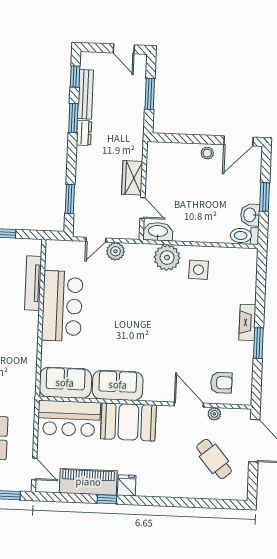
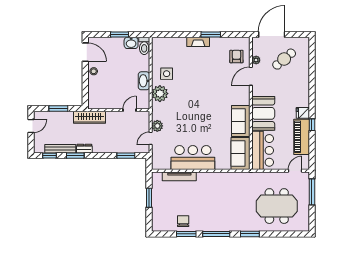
wardrobe: (132, 178) -> (90, 117), moved, width x1.50
washbasin: (158, 232) -> (144, 81), moved
door: (96, 240) -> (151, 138), swing flipped

